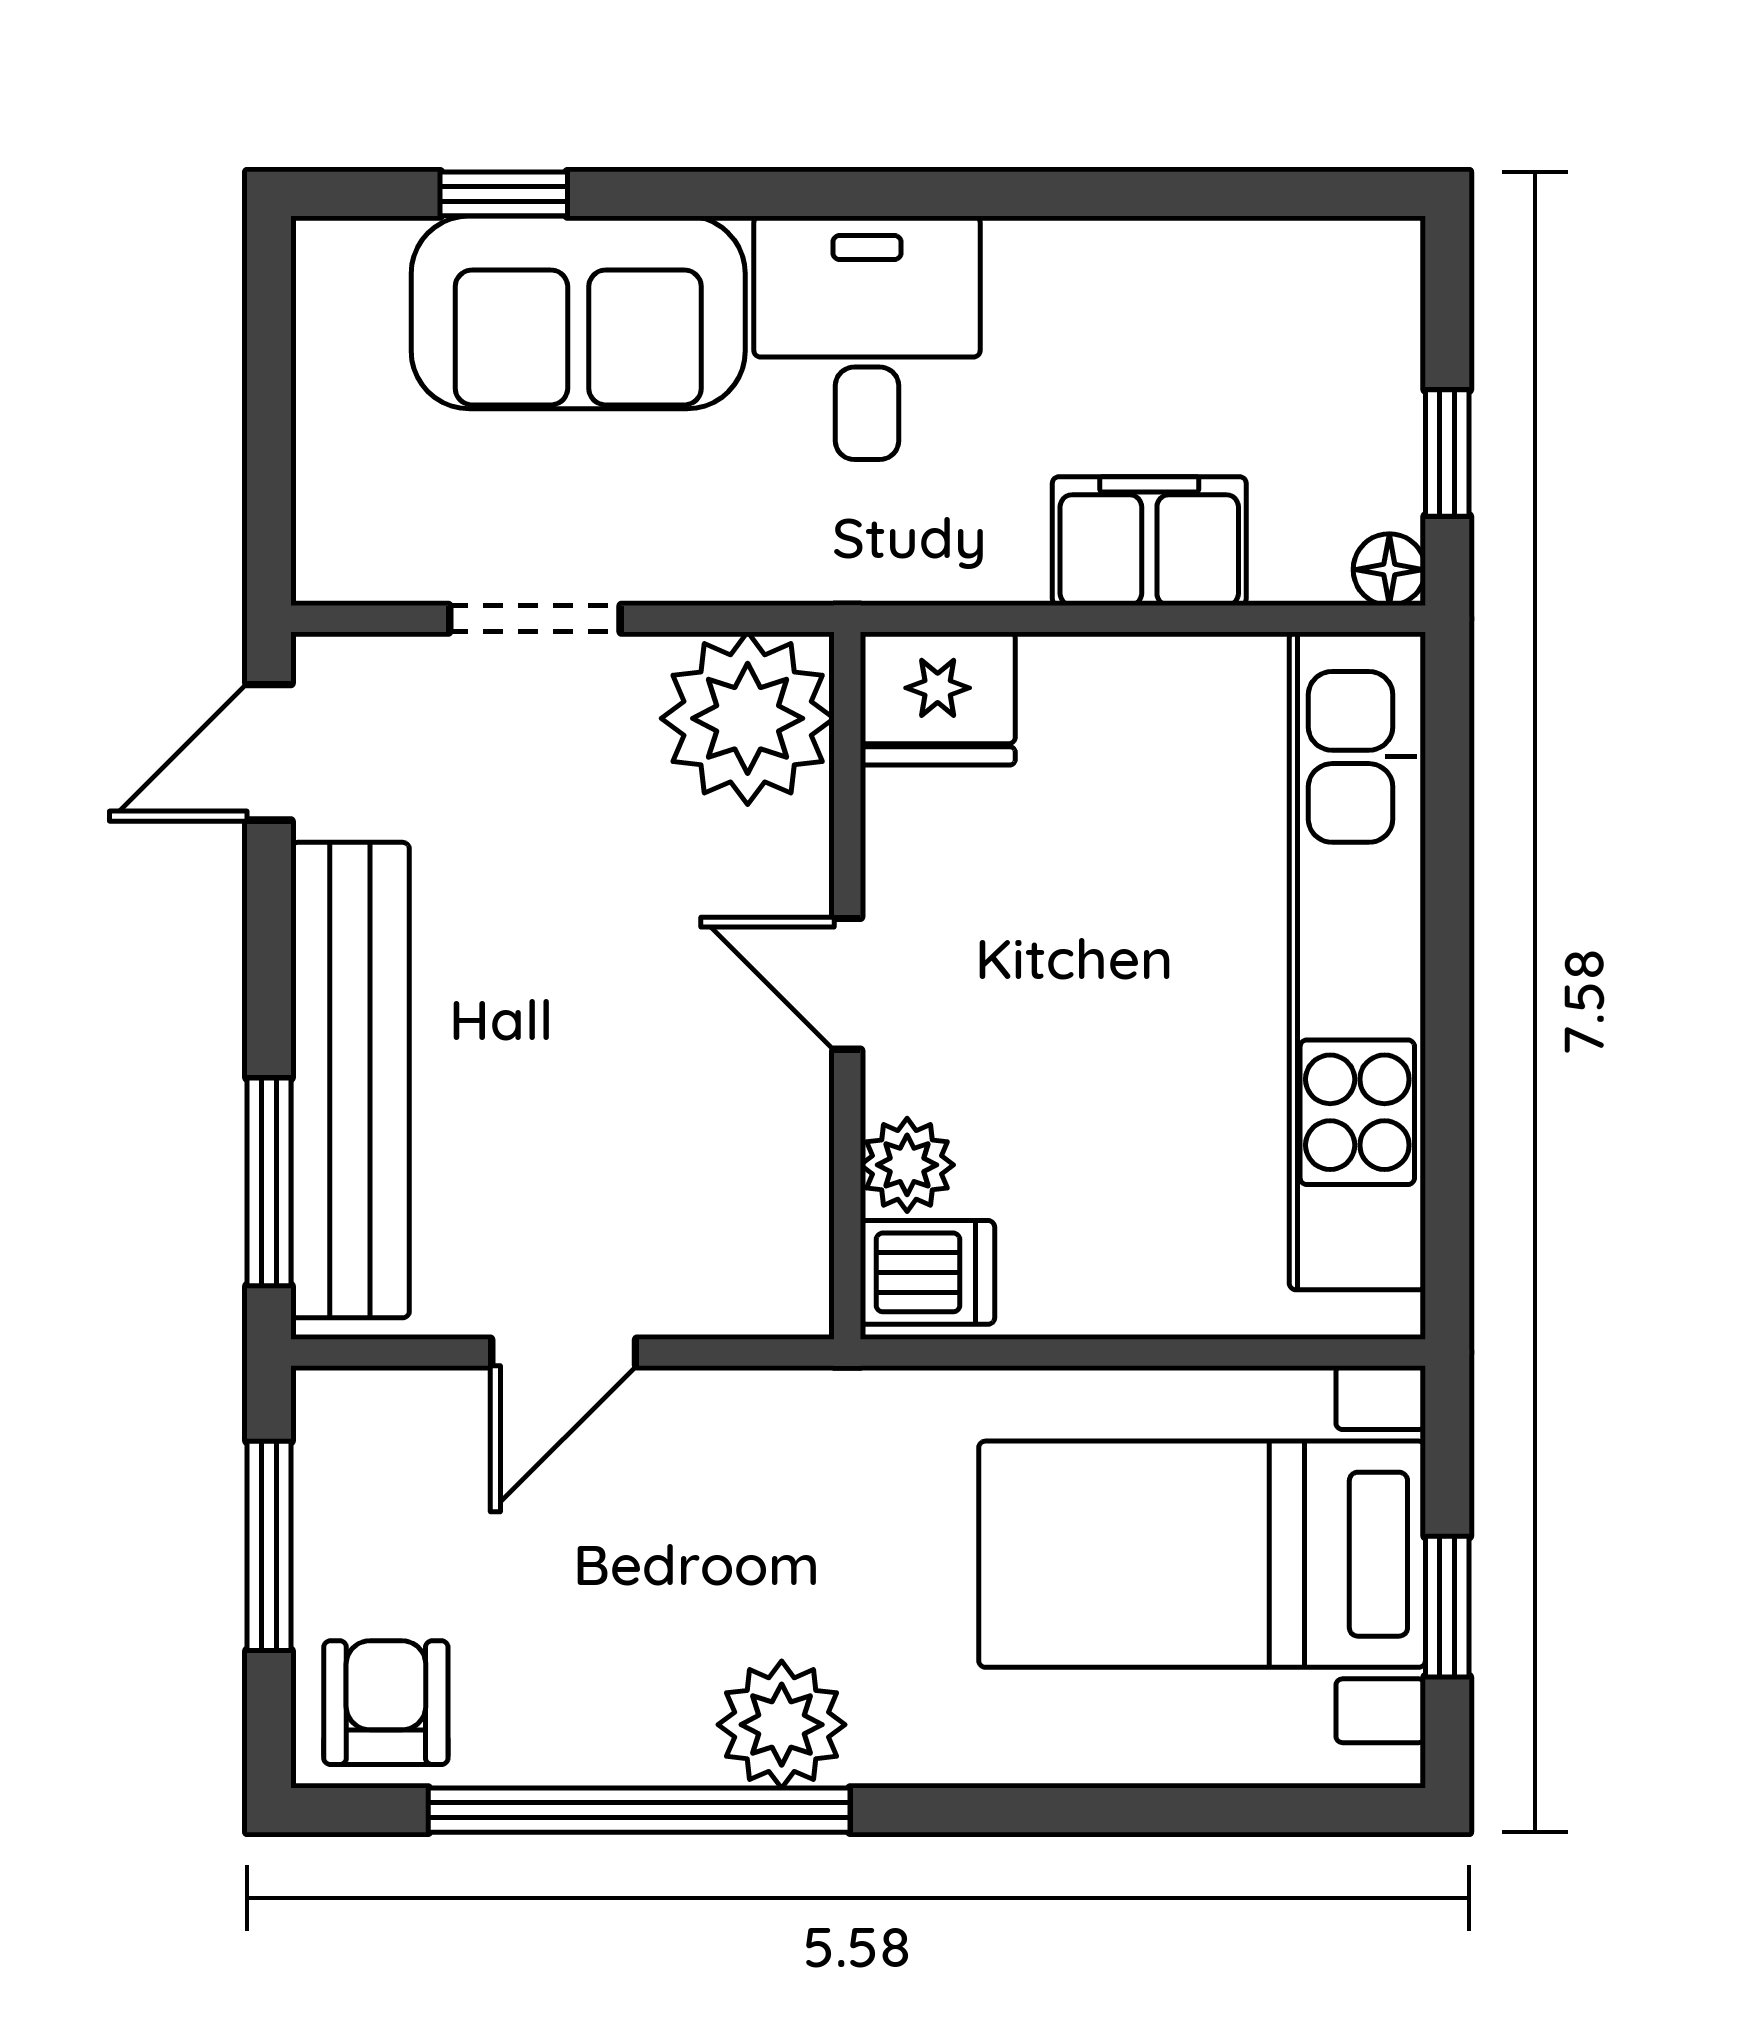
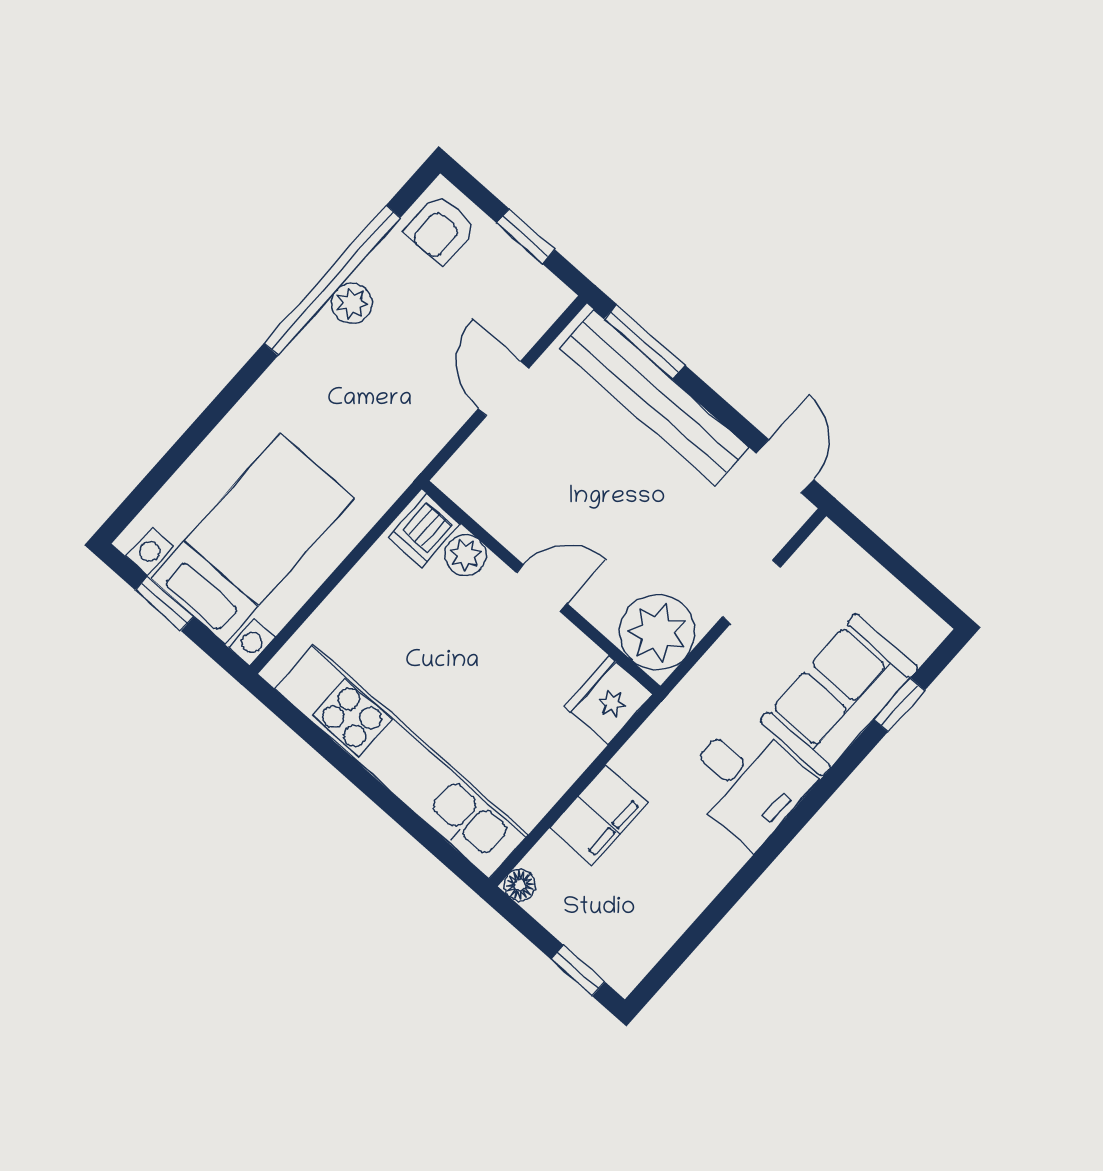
window: (1447, 453) -> (578, 971), moved
window: (269, 1546) -> (526, 236), width x0.67
armchair: (386, 1703) -> (441, 229), turned 90
plant: (782, 1725) -> (352, 303), moved, width x0.73, depth x0.73

